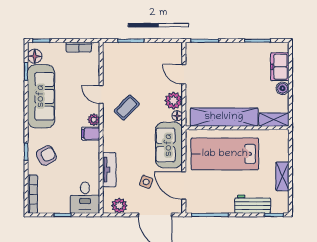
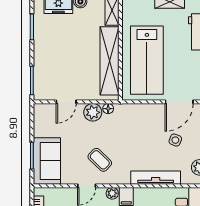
sofa: (169, 145) -> (47, 161), moved, turned -90
tv unit: (109, 170) -> (156, 178), width x1.41

